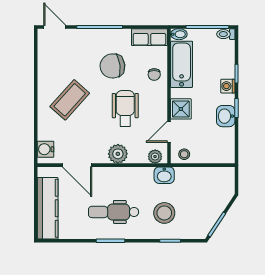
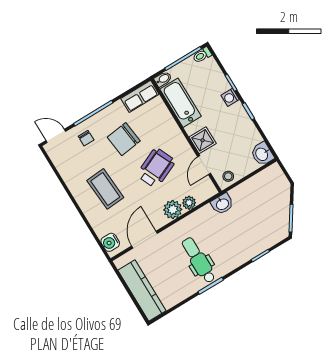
chair: (154, 74) -> (86, 138), moved
coffee table: (70, 100) -> (105, 189), turned -46
wheelchair: (125, 108) -> (156, 168), turned 66
washbasin: (226, 116) -> (262, 154), moved
plant: (155, 157) -> (189, 203), moved
door: (77, 165) -> (144, 240), swing flipped
dental chair: (114, 212) -> (199, 260), turned 90
stool: (164, 213) -> (241, 235), removed

